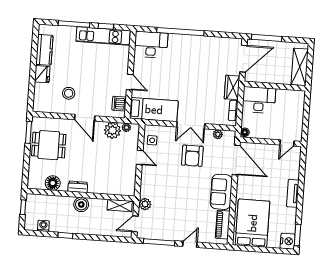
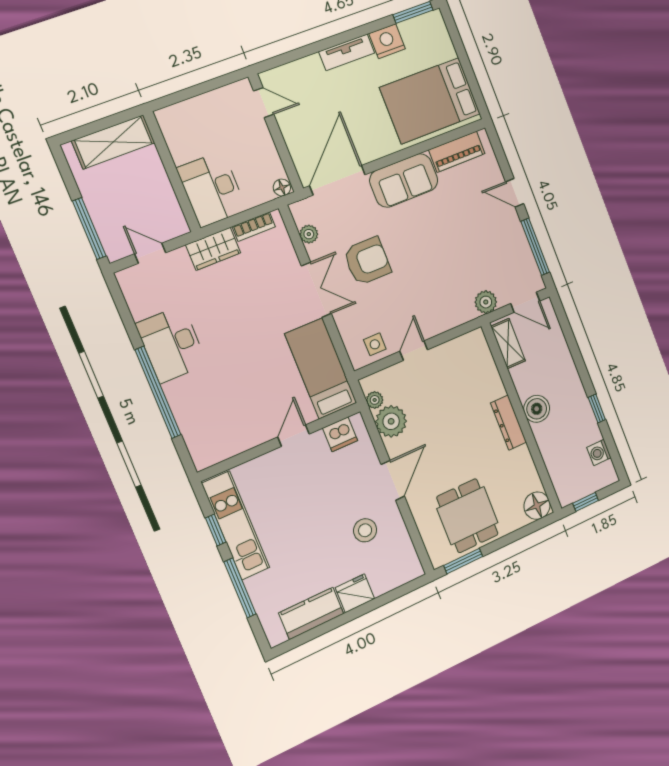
desk: (151, 45) -> (171, 344), moved
door: (243, 59) -> (150, 253), width x0.53
floor lamp: (53, 183) -> (537, 506), moved
dresser: (78, 187) -> (509, 423), width x1.44
nightstand: (288, 241) -> (387, 41), moved

